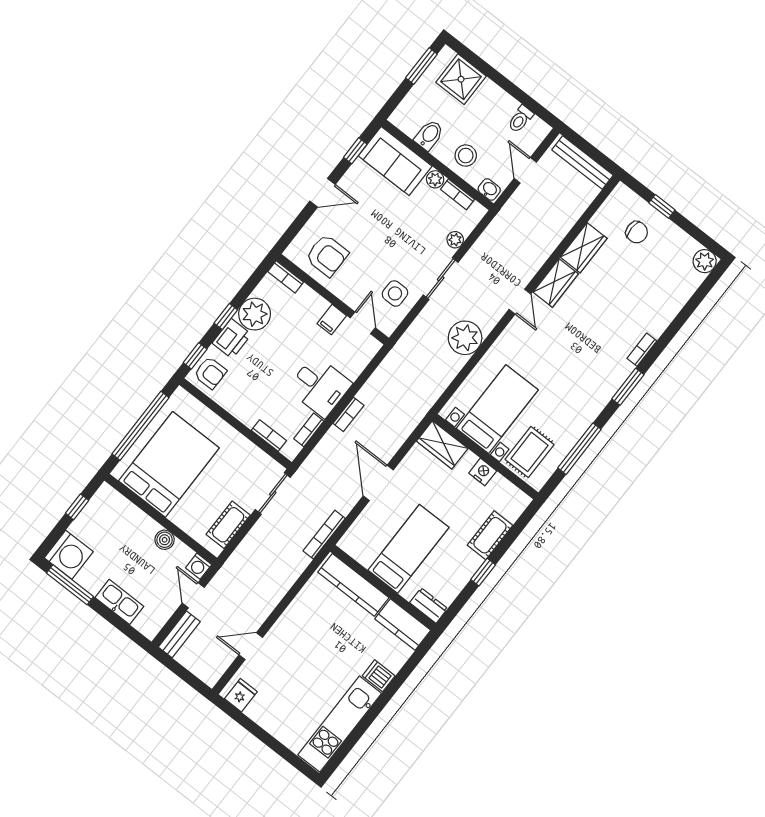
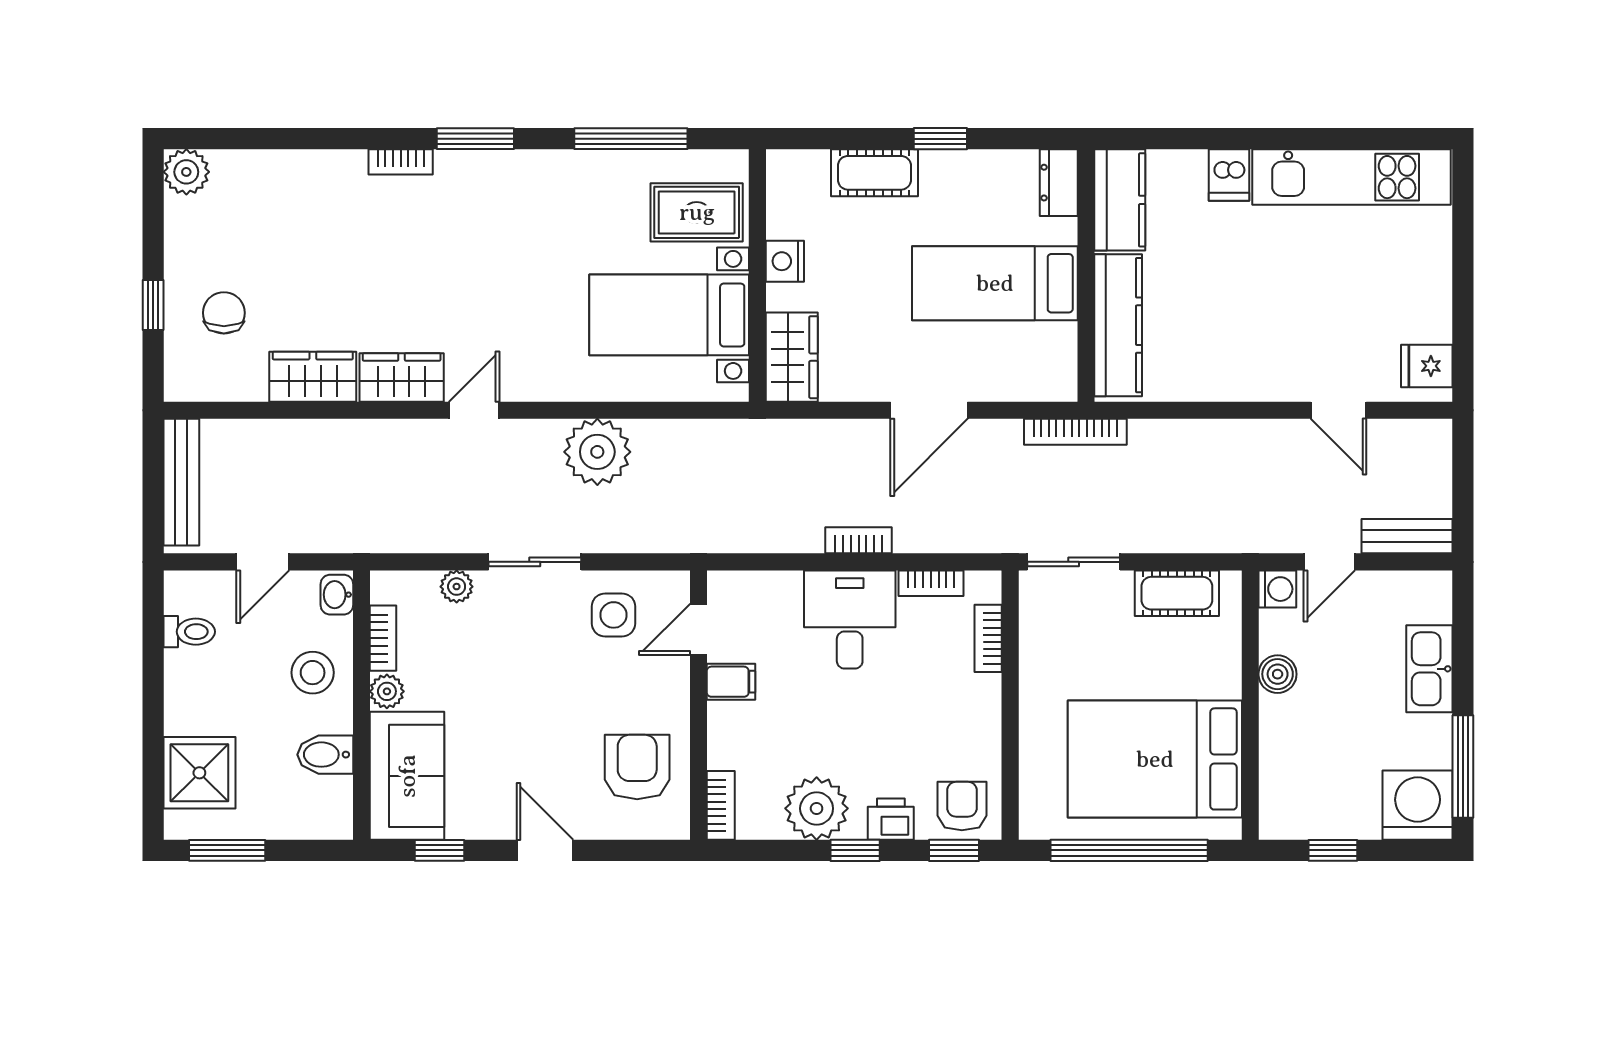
printer: (232, 339) -> (891, 819), width x0.73, depth x0.81

